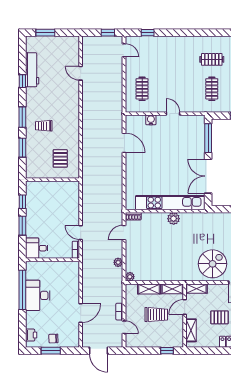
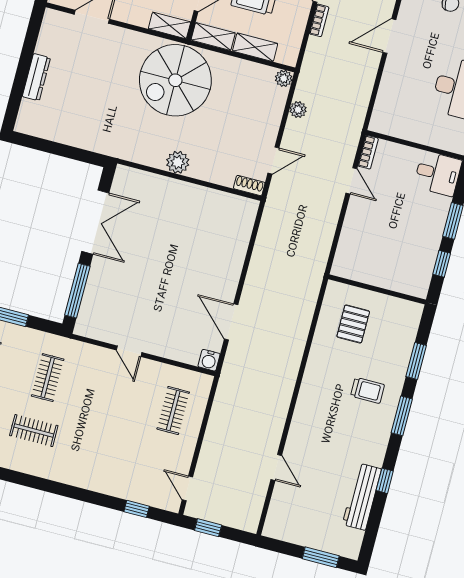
water cooler: (151, 120) -> (209, 360), moved
kitchen unit: (170, 203) -> (176, 193), removed
spiral stairs: (213, 264) -> (175, 80), moved, width x1.37, depth x1.37

